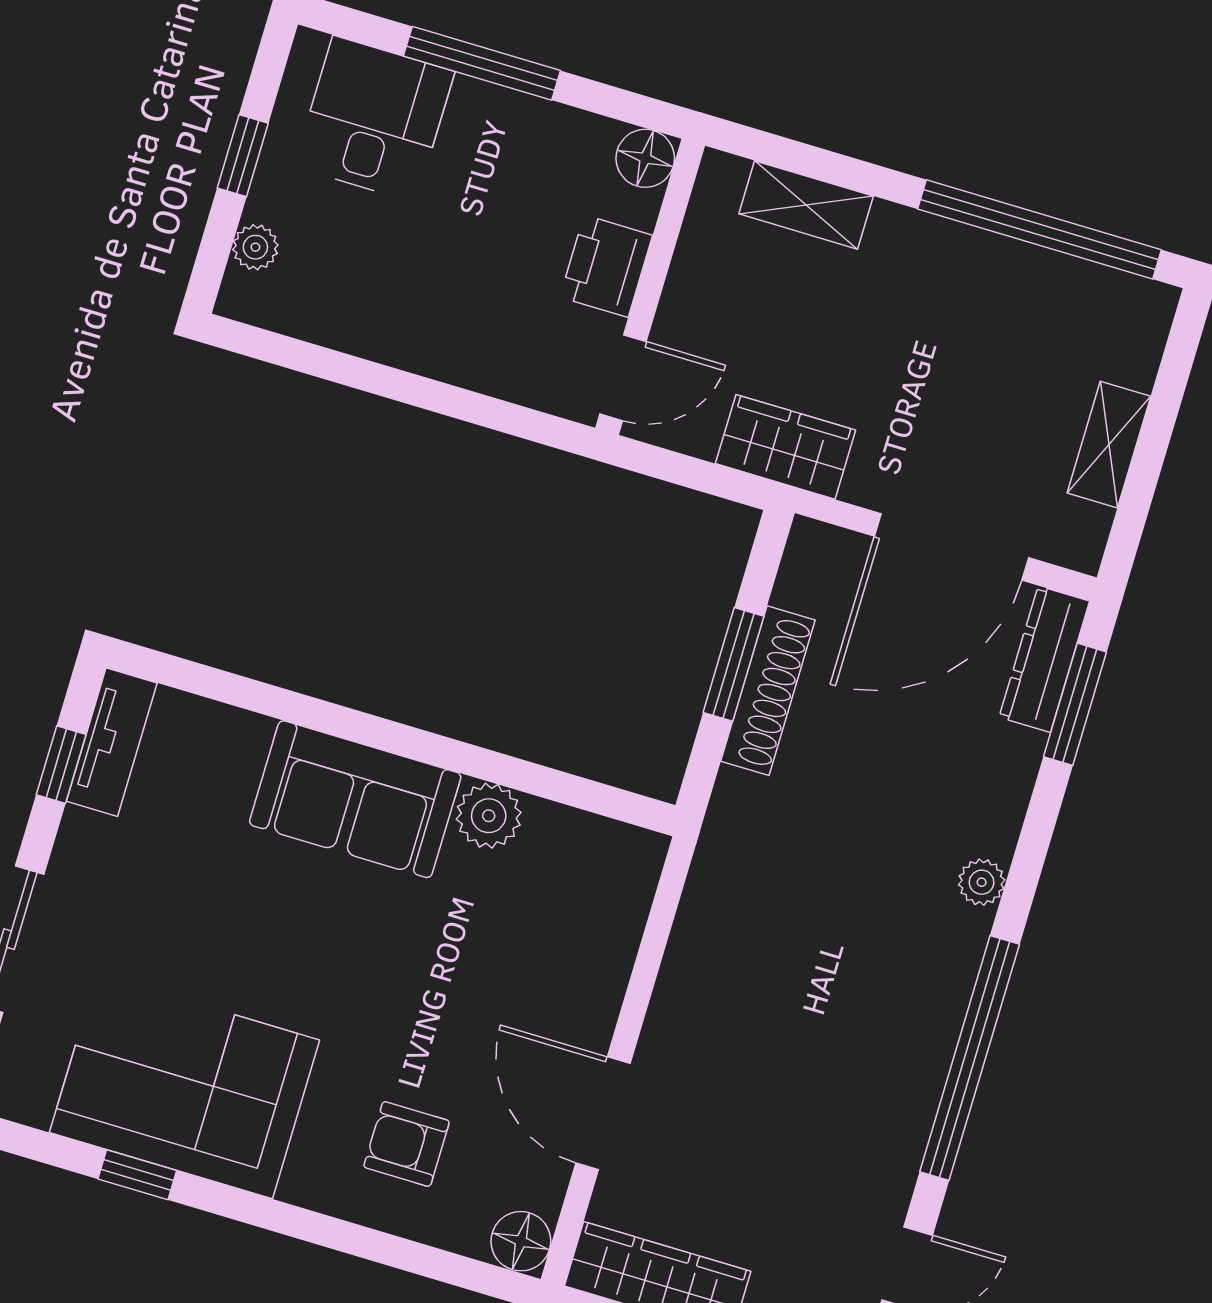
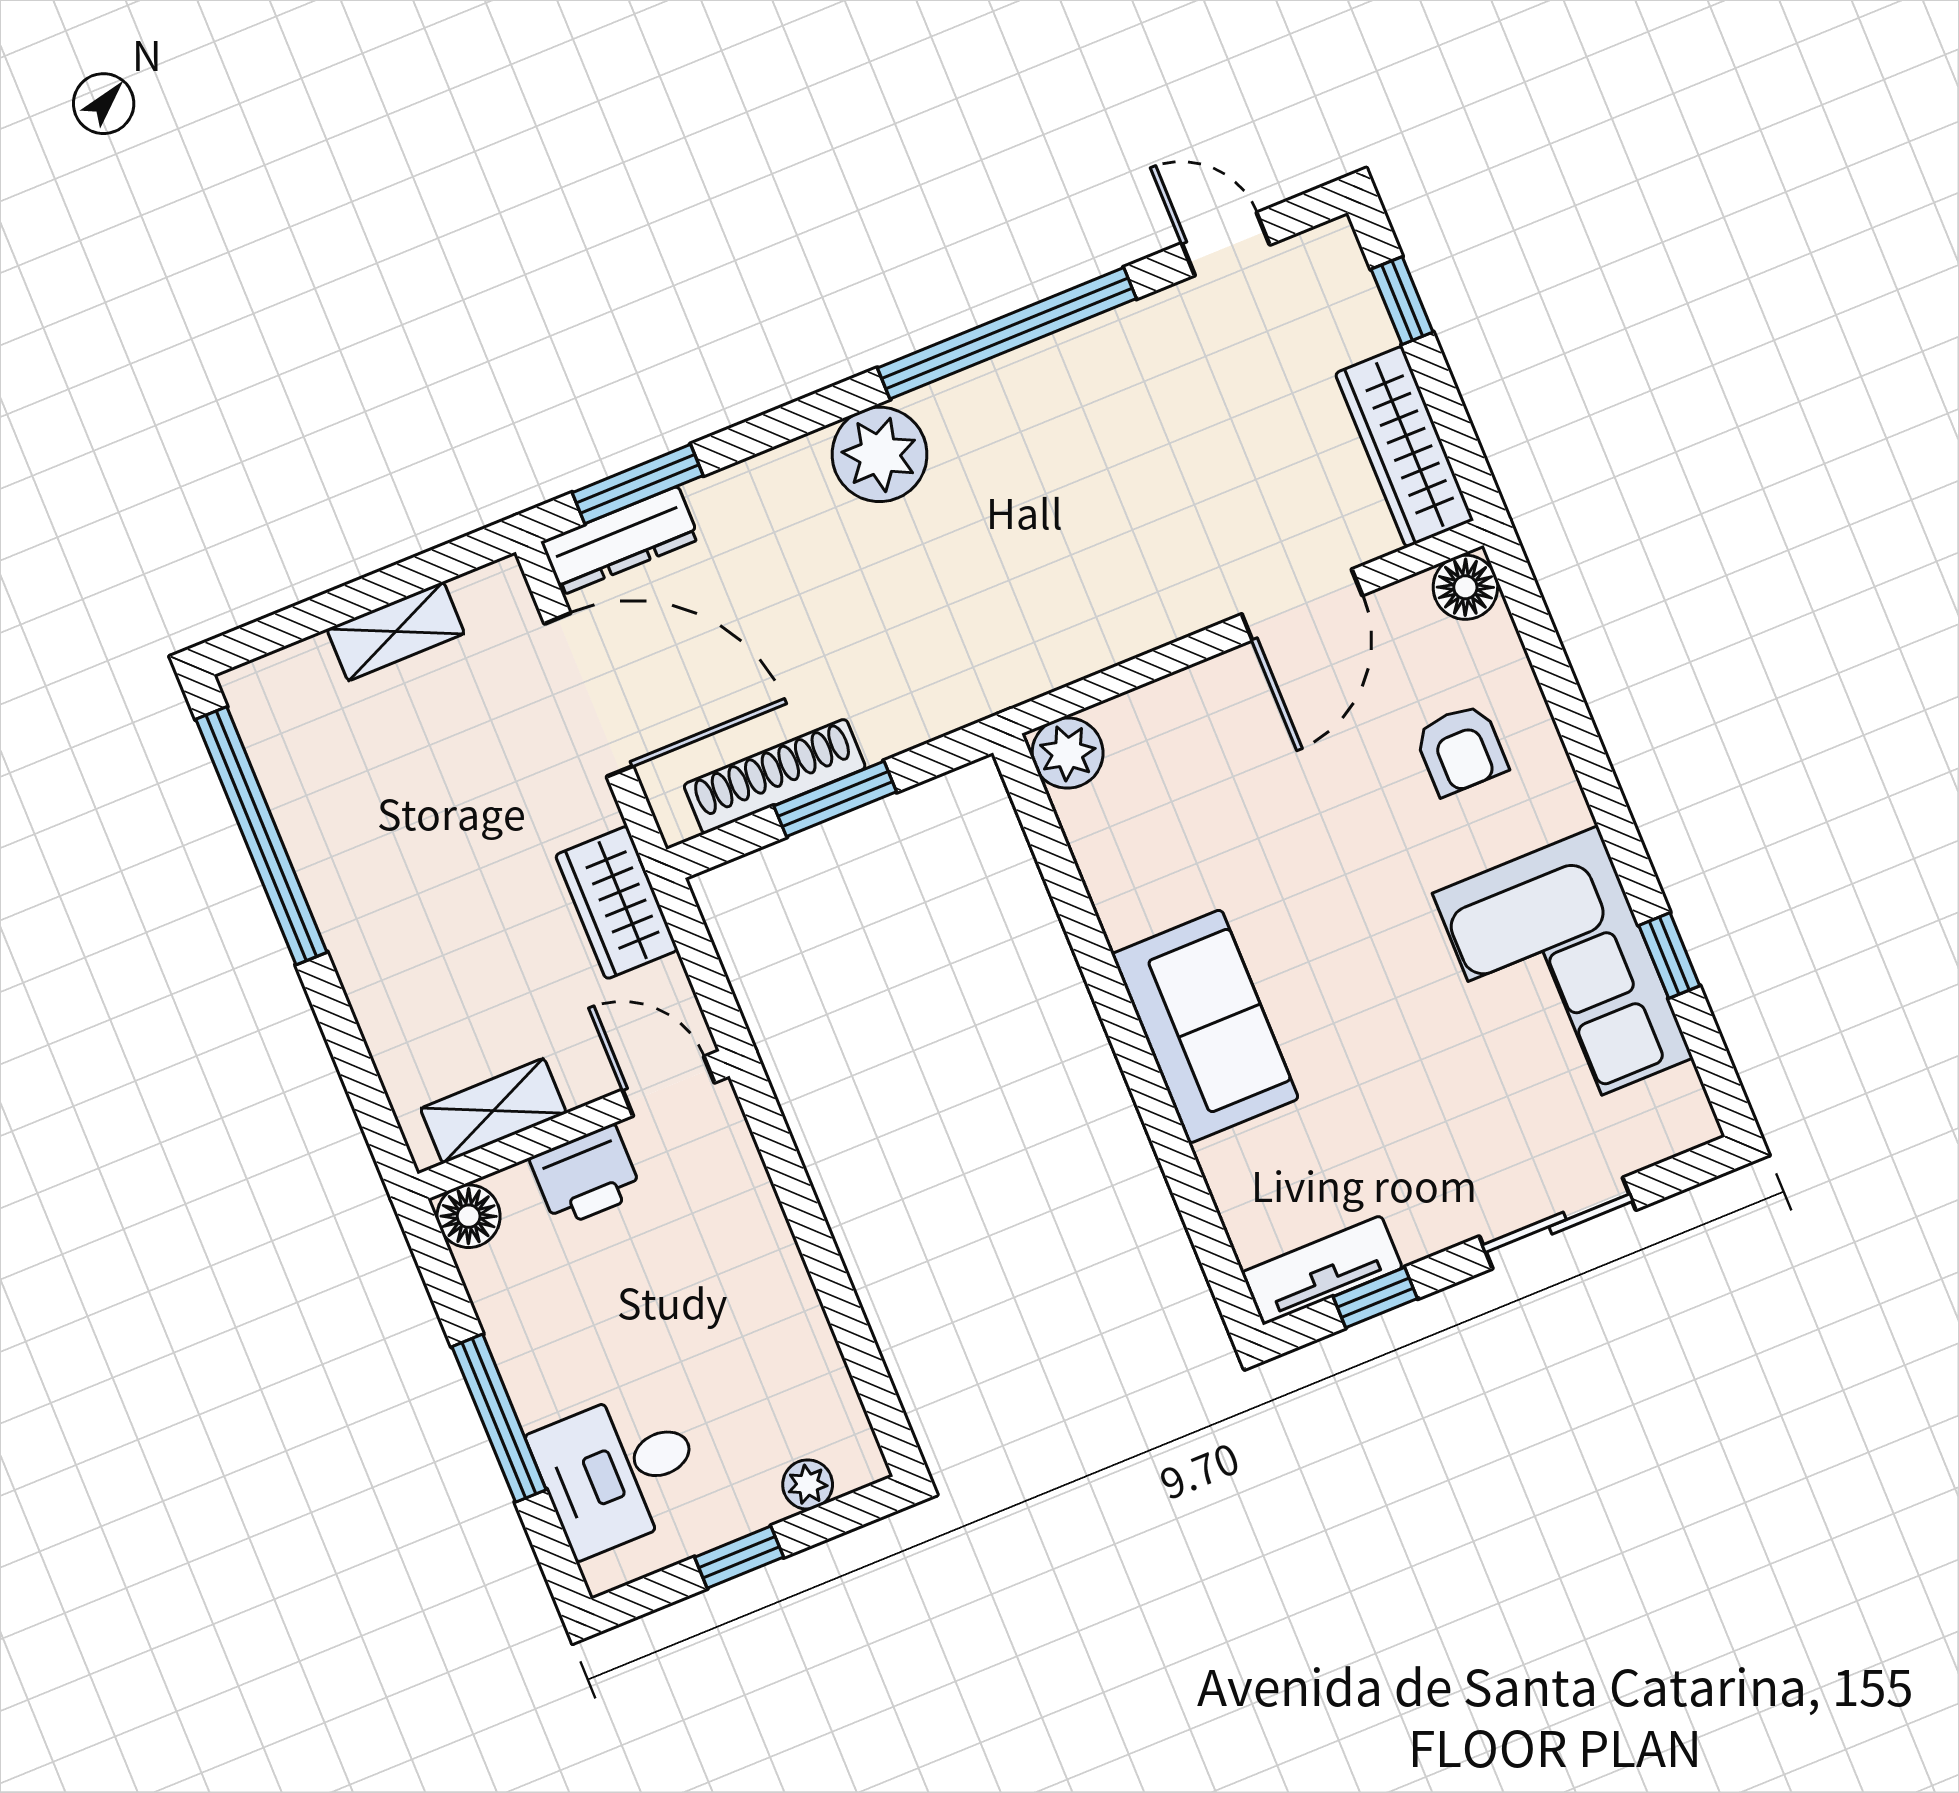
shelving: (806, 205) -> (493, 1111), moved, turned 90
shoe rack: (768, 691) -> (775, 776), moved
plant: (489, 816) -> (1068, 753), moved
plant: (982, 882) -> (880, 454), width x1.88, depth x1.88

